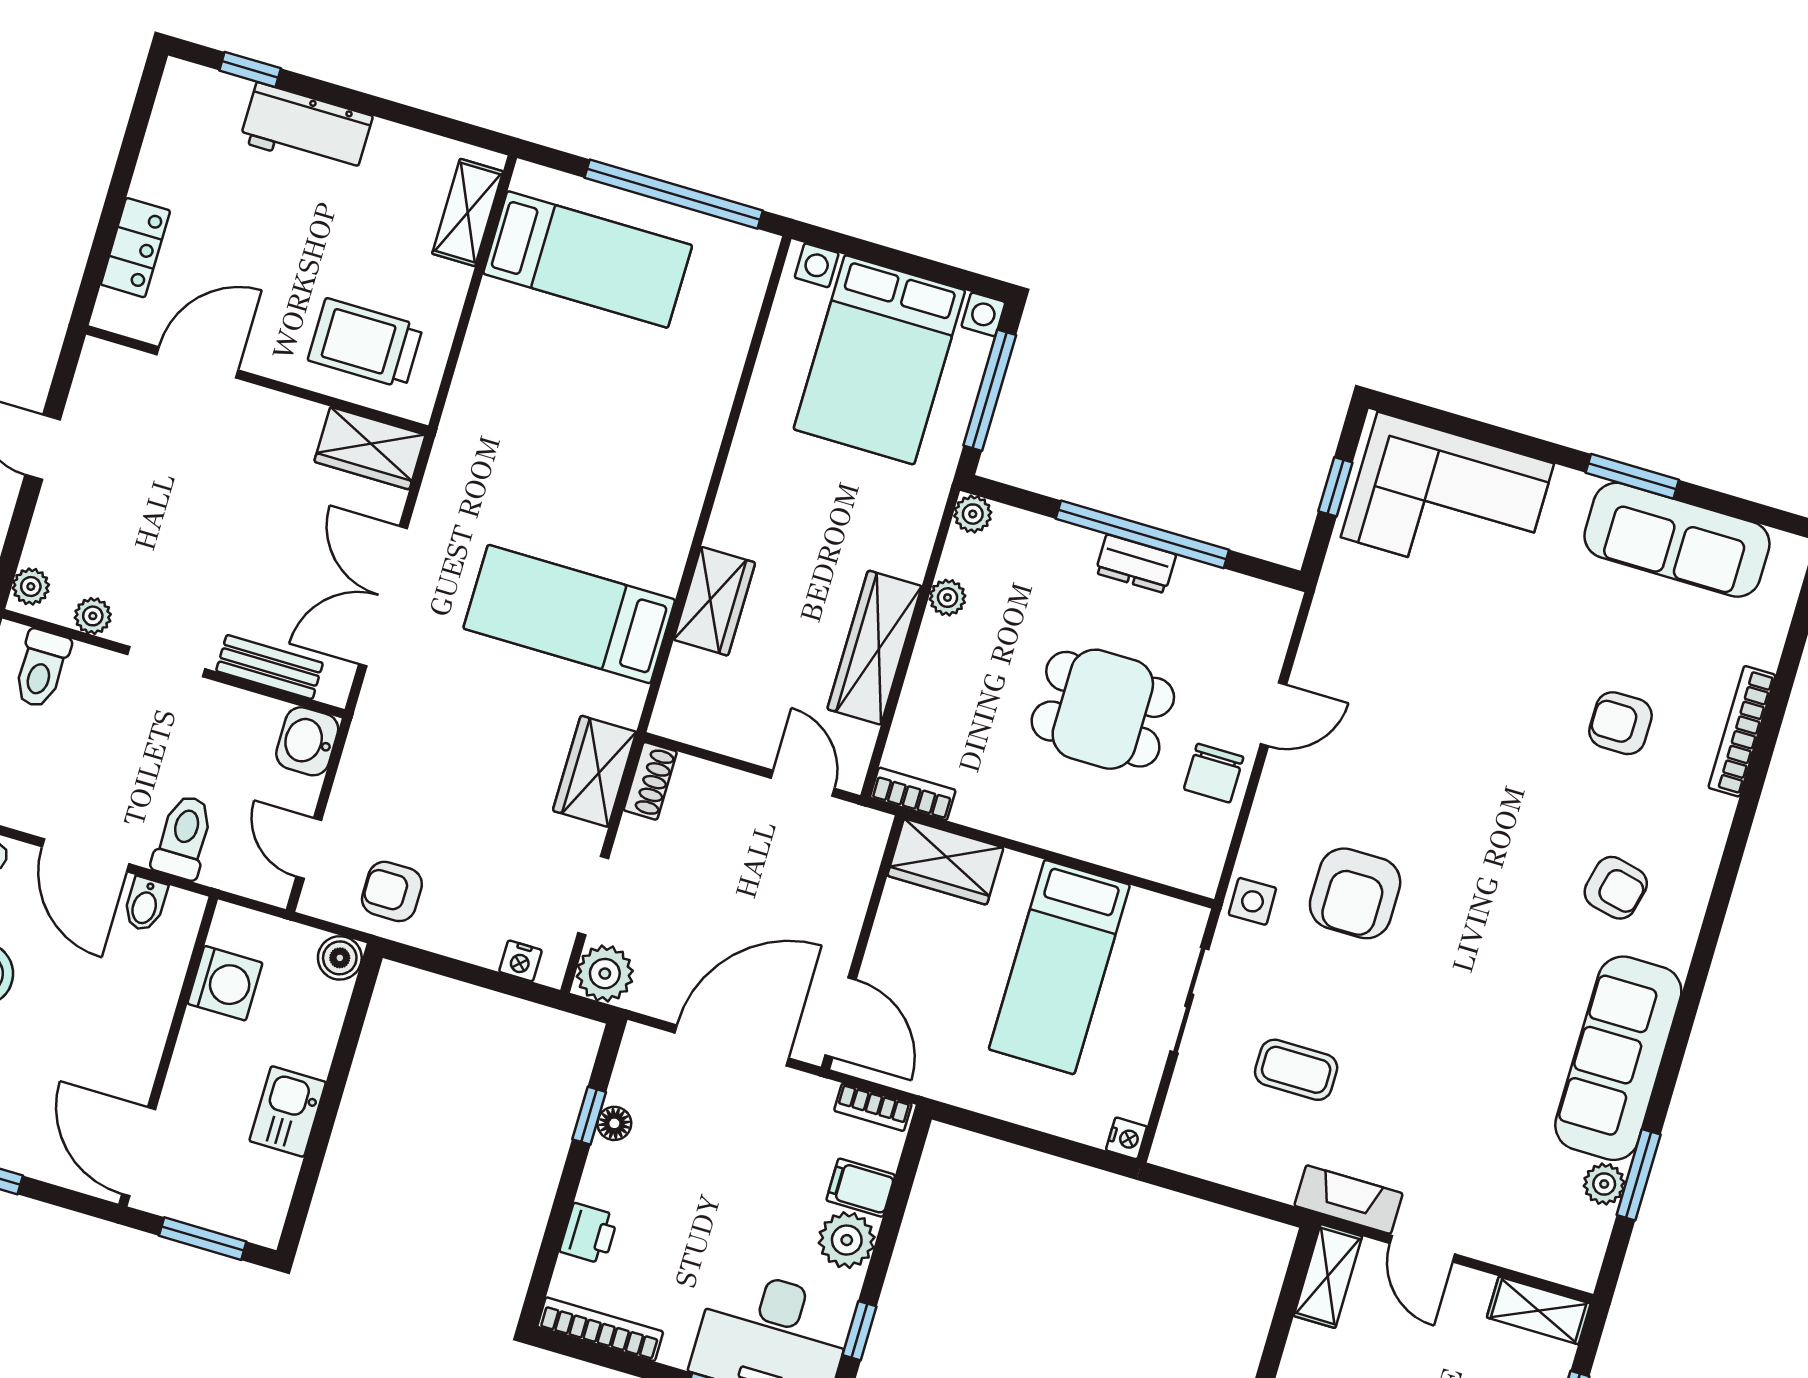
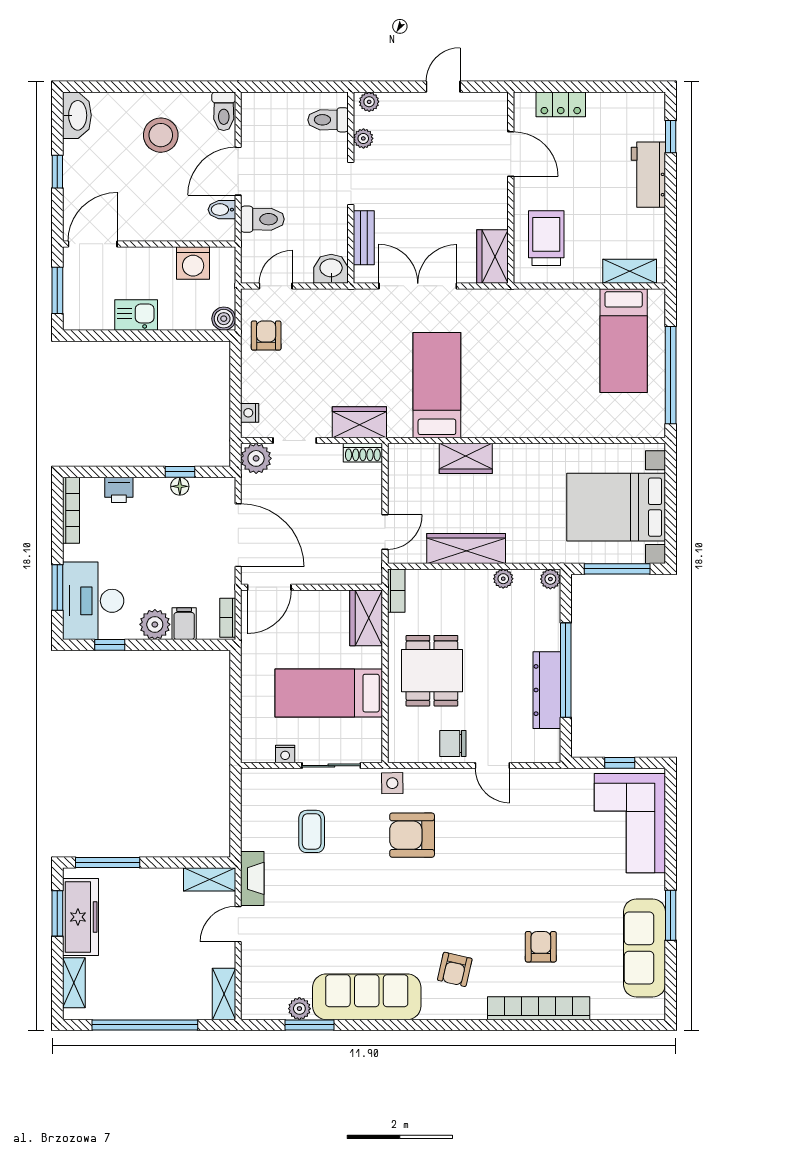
dresser: (1136, 564) -> (547, 690), width x1.96, depth x1.24
dining table: (1103, 709) -> (432, 671), moved
bookcase: (1742, 731) -> (539, 1008), width x1.48, depth x1.31
nightstand: (1126, 1138) -> (285, 754), moved

